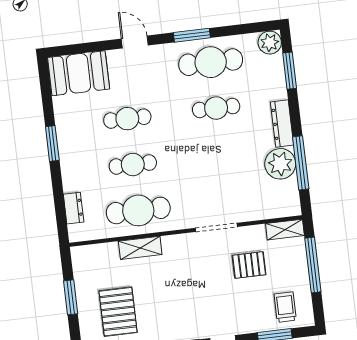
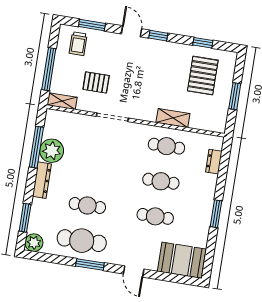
cafe table: (138, 210) -> (166, 146), width x0.73, depth x0.74

